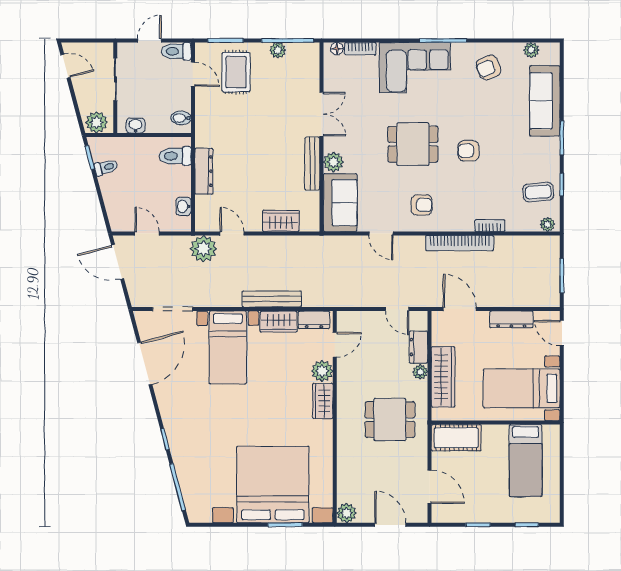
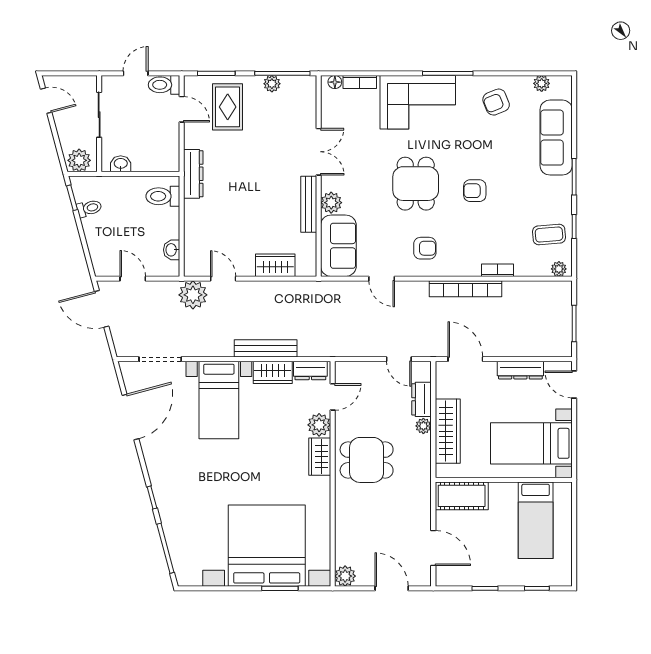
bidet: (181, 118) -> (169, 156), removed
dining table: (413, 144) -> (416, 184), turned 90
dresser: (204, 171) -> (193, 174), moved
dining table: (390, 420) -> (367, 460), moved

